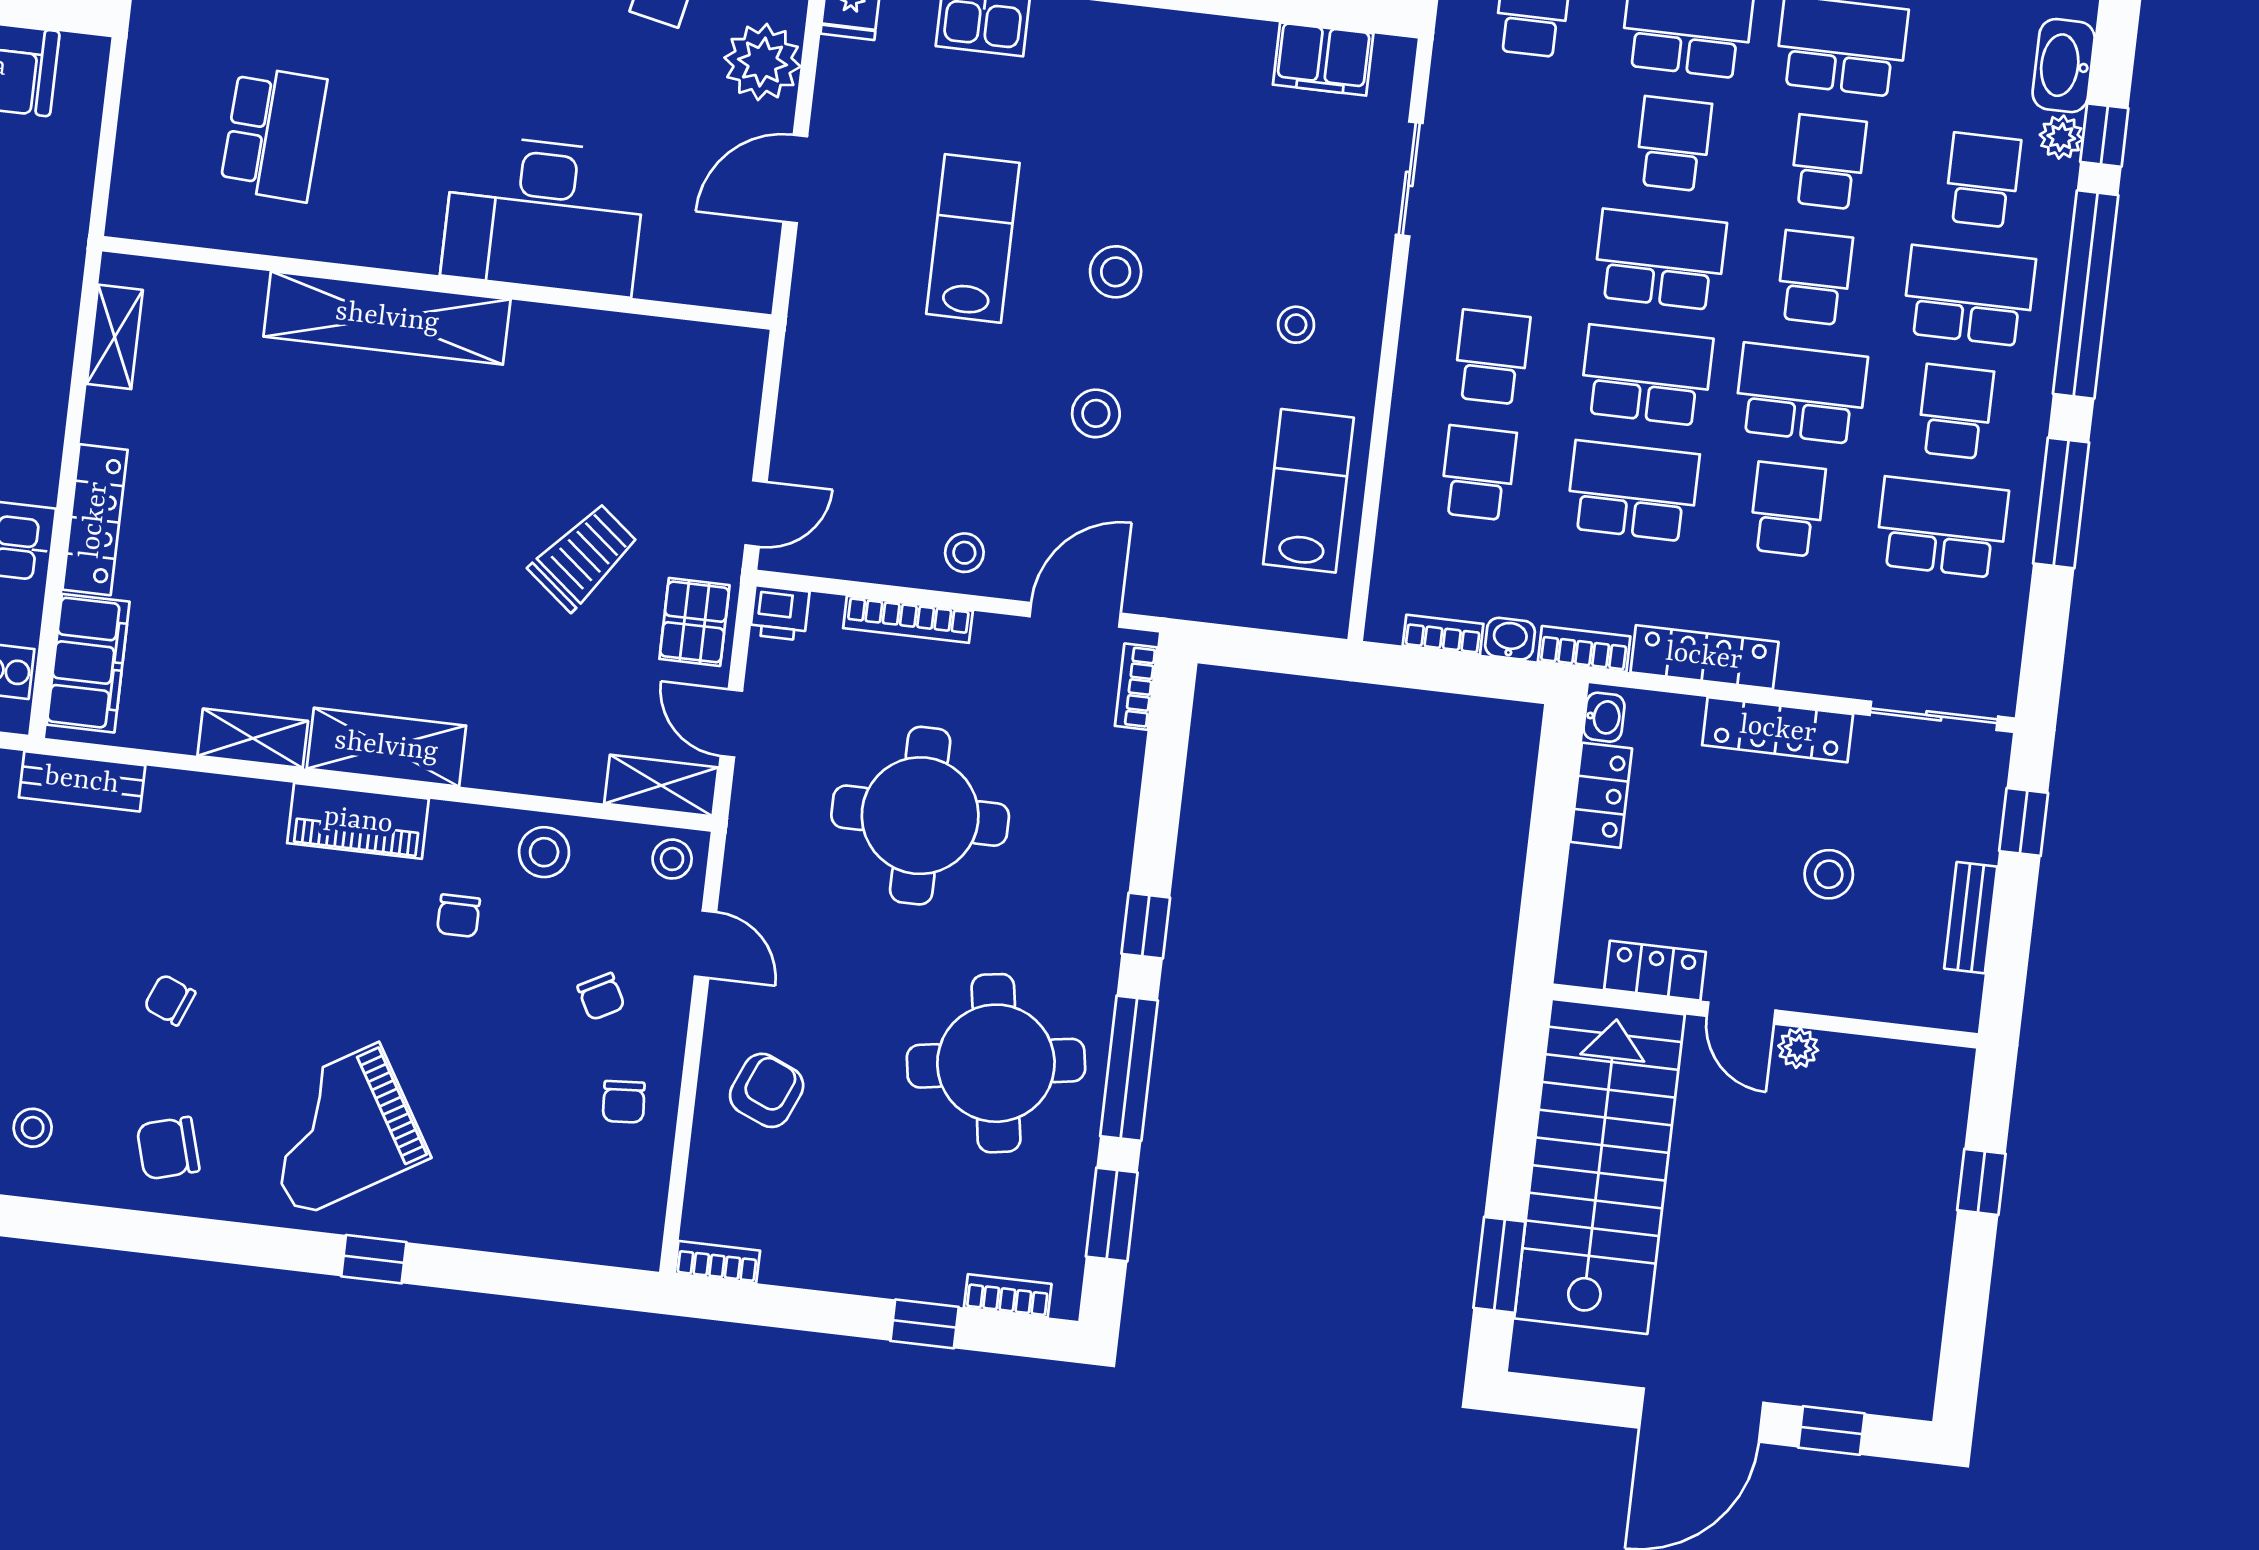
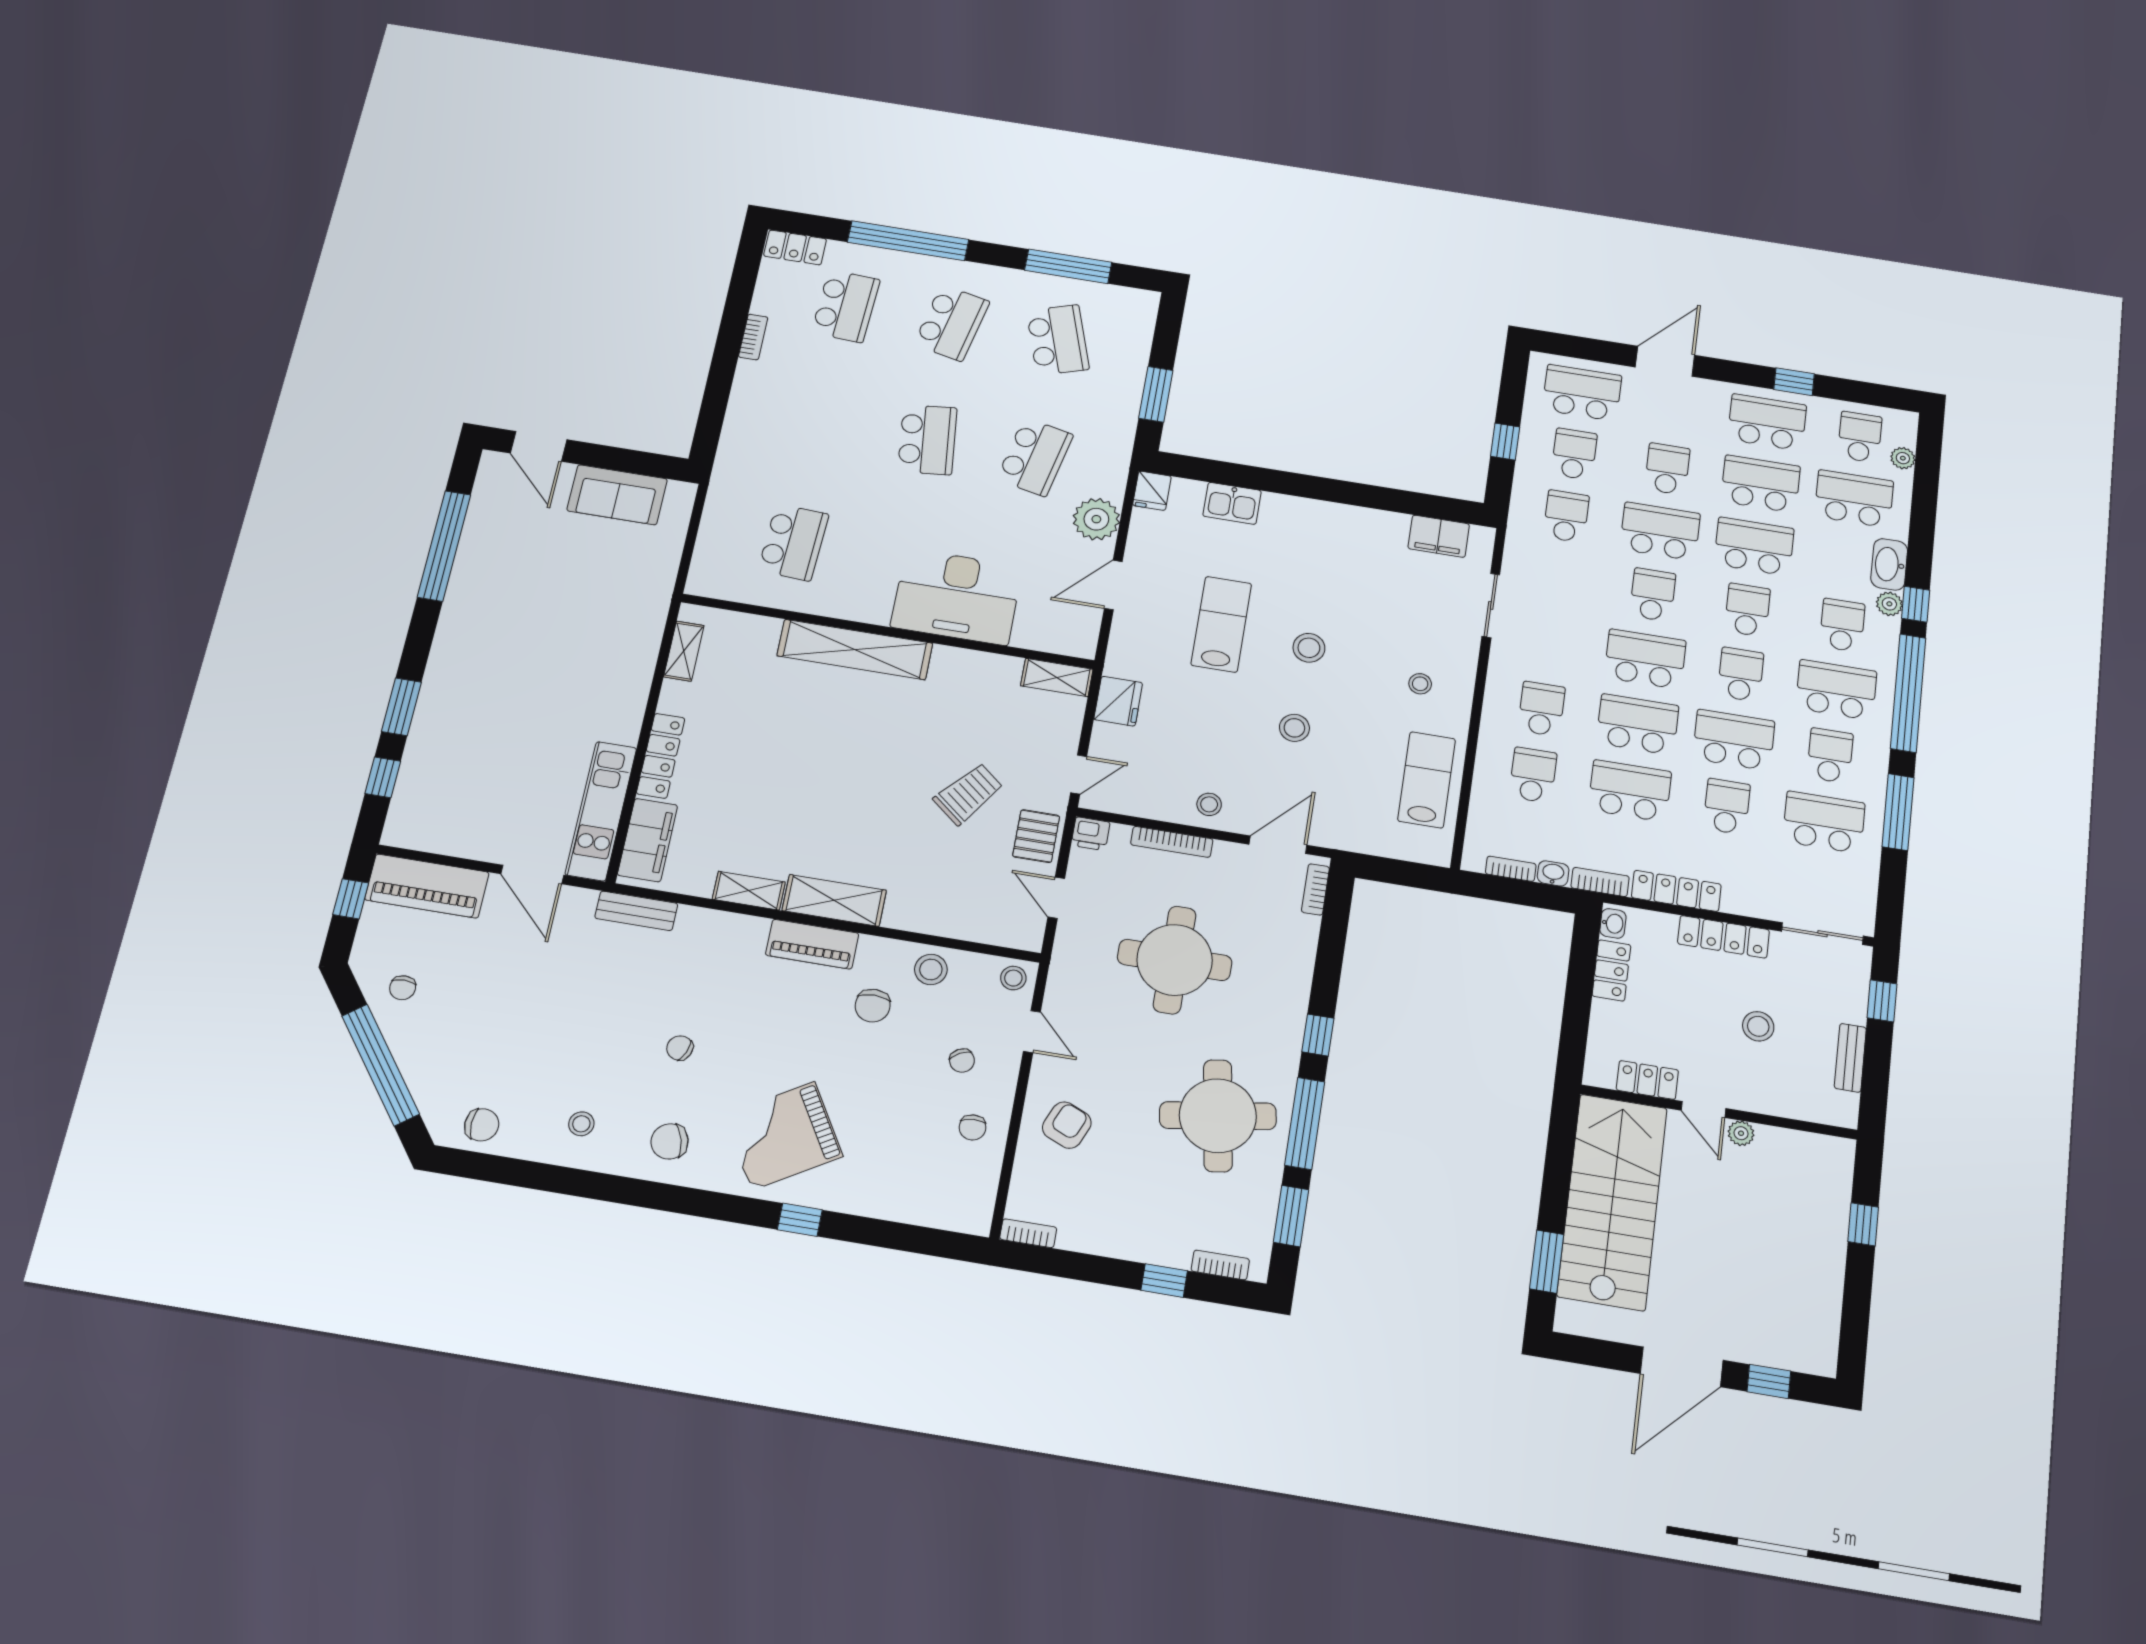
fridge: (813, 383) -> (1118, 701), added
shelving: (661, 786) -> (1057, 677), moved
chair: (458, 916) -> (873, 1006), width x1.37, depth x1.37

